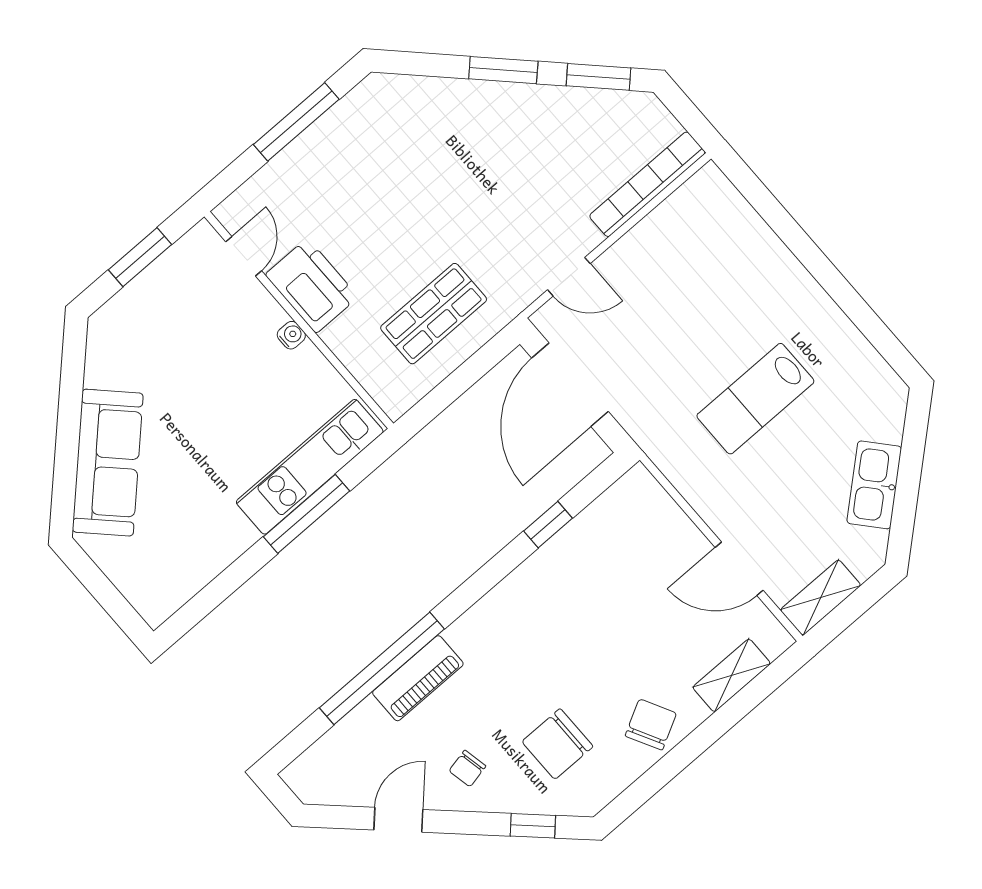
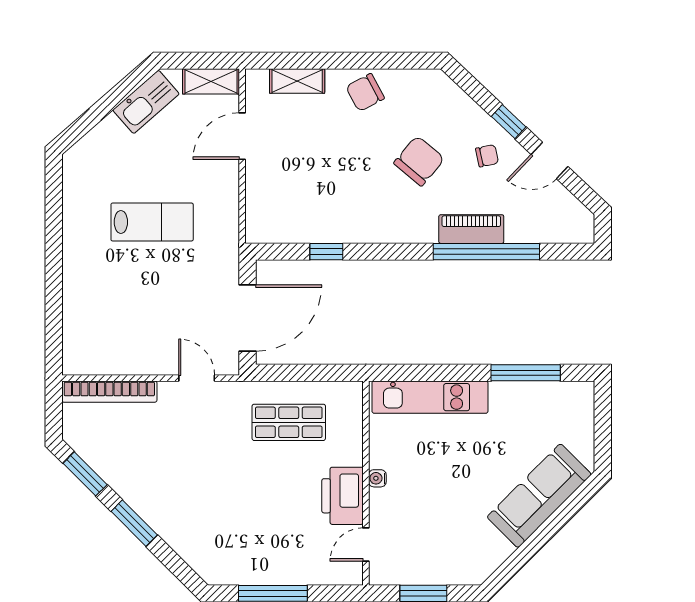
kitchen sink: (874, 485) -> (146, 102), moved
window: (306, 514) -> (526, 373), moved
door: (739, 569) -> (242, 136), swing flipped
chair: (557, 744) -> (419, 161), moved, turned -50
window: (533, 826) -> (509, 122), moved

